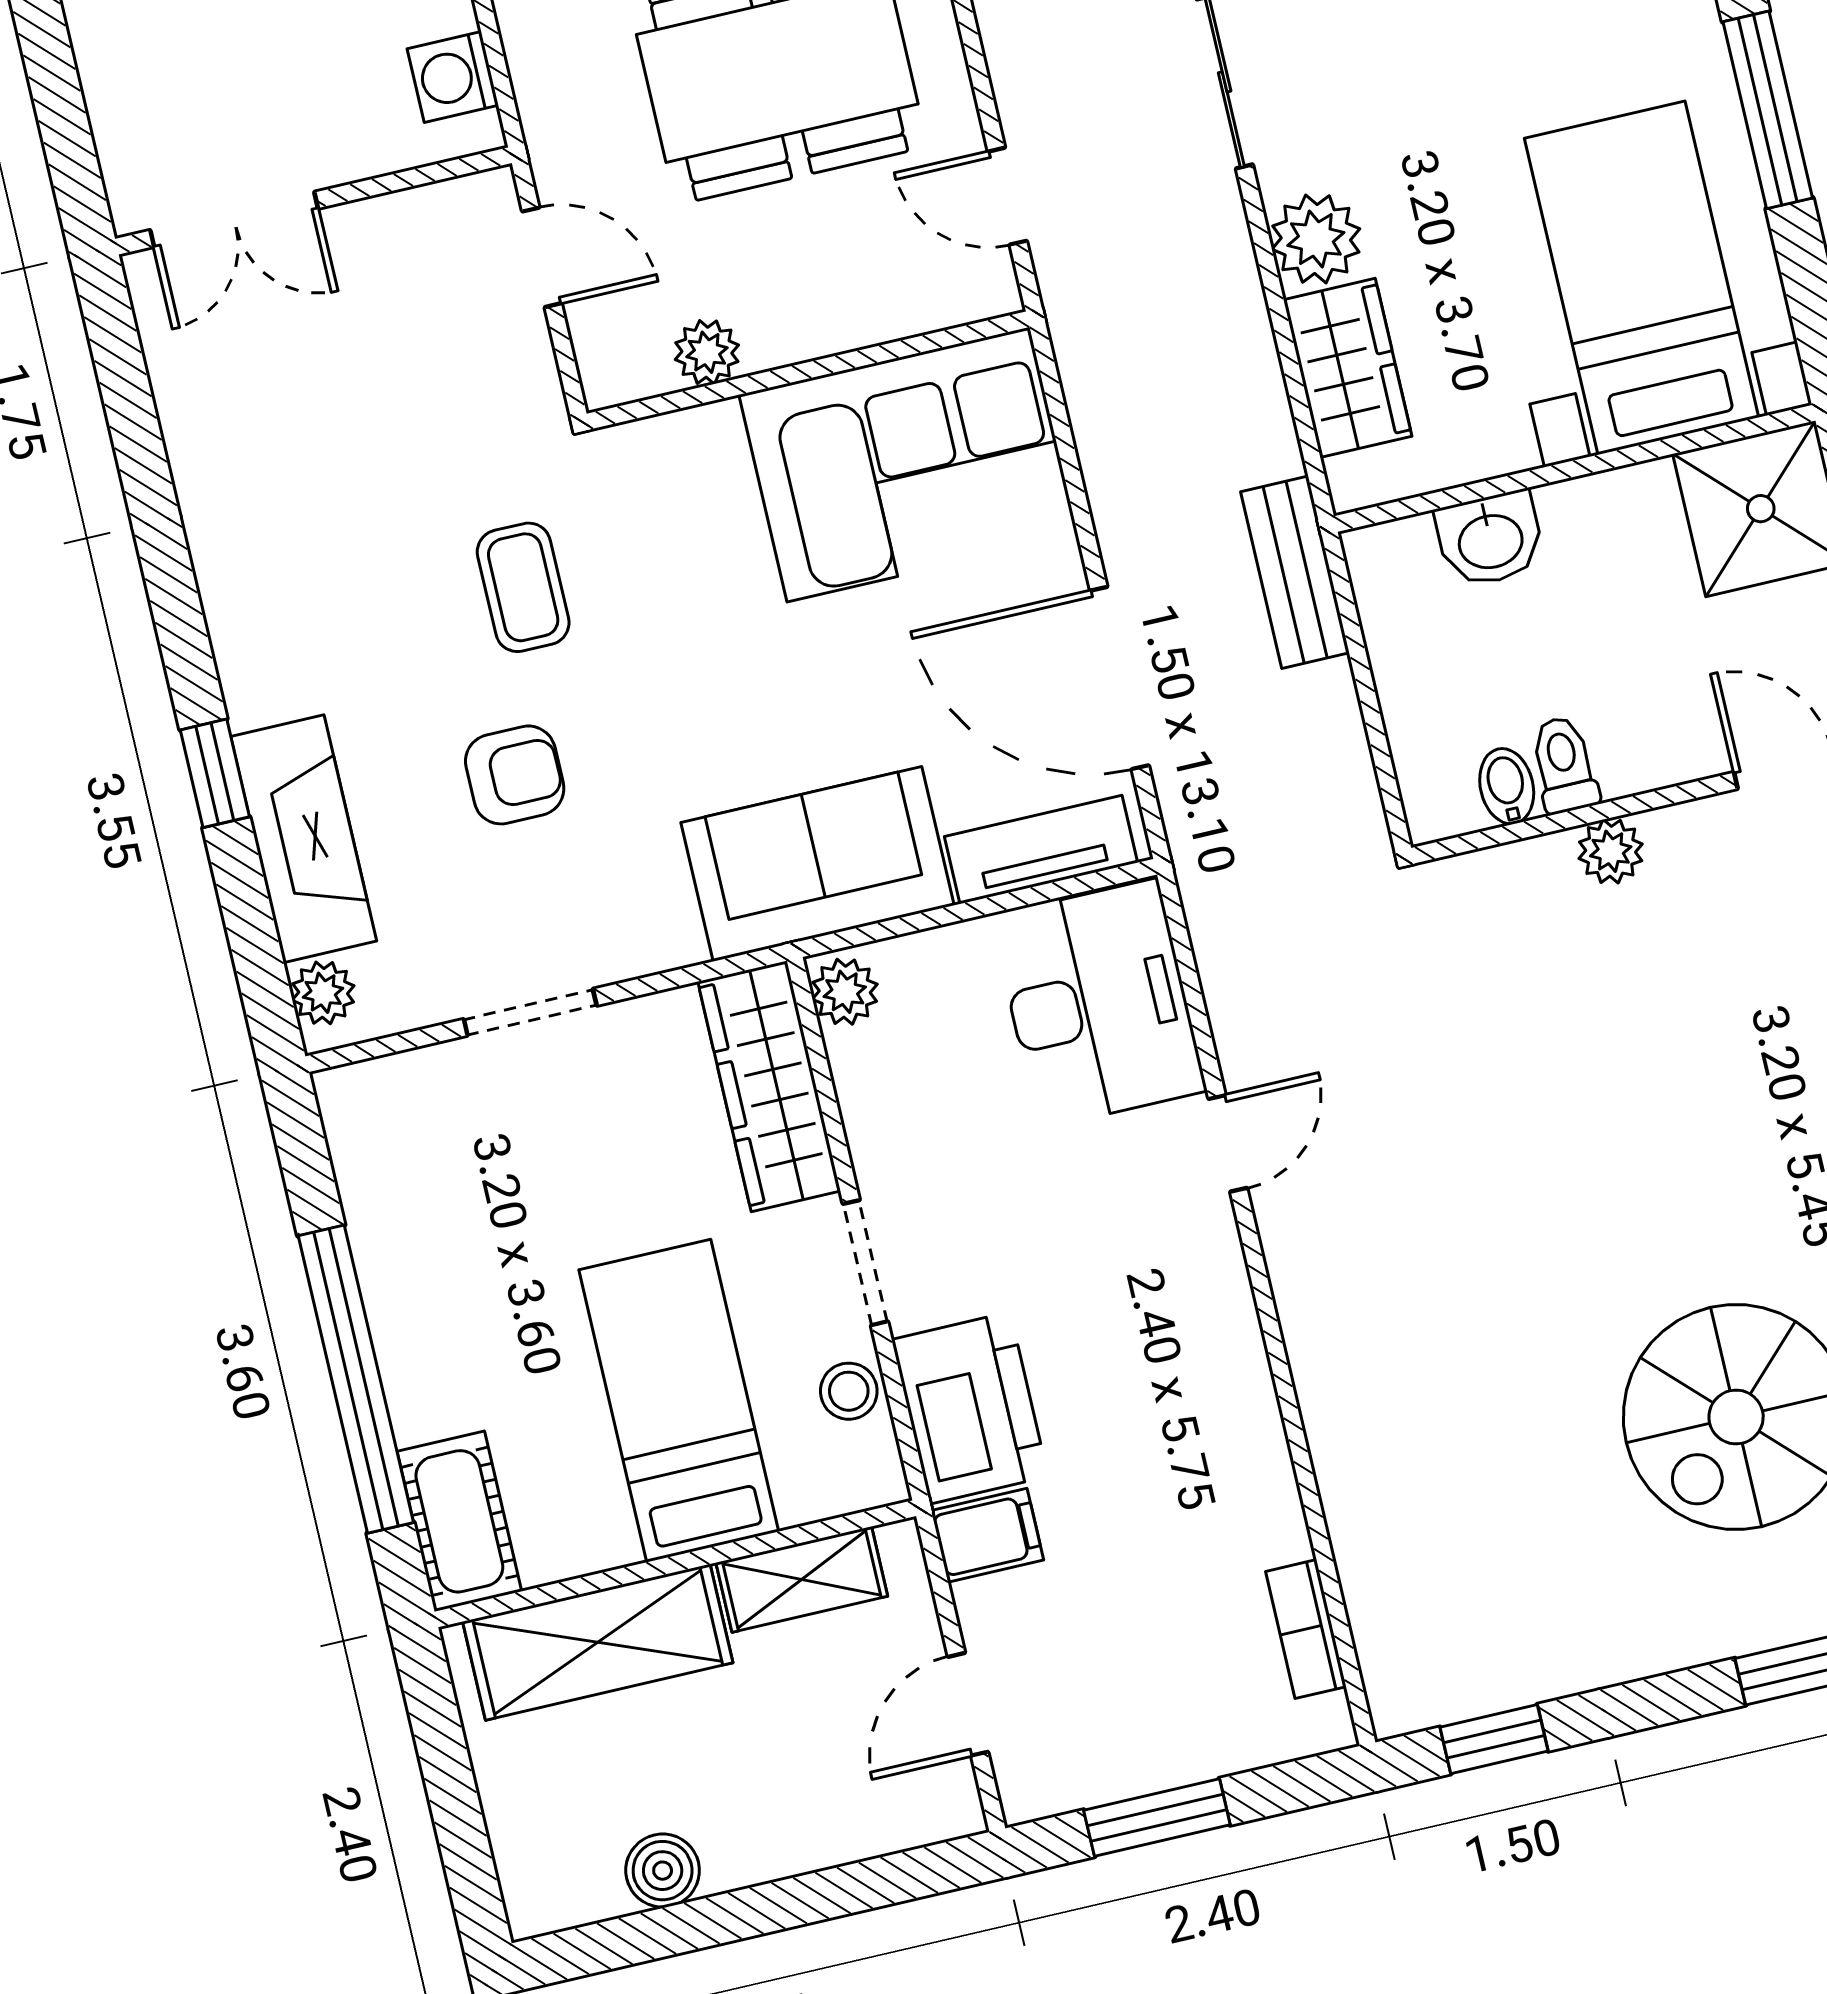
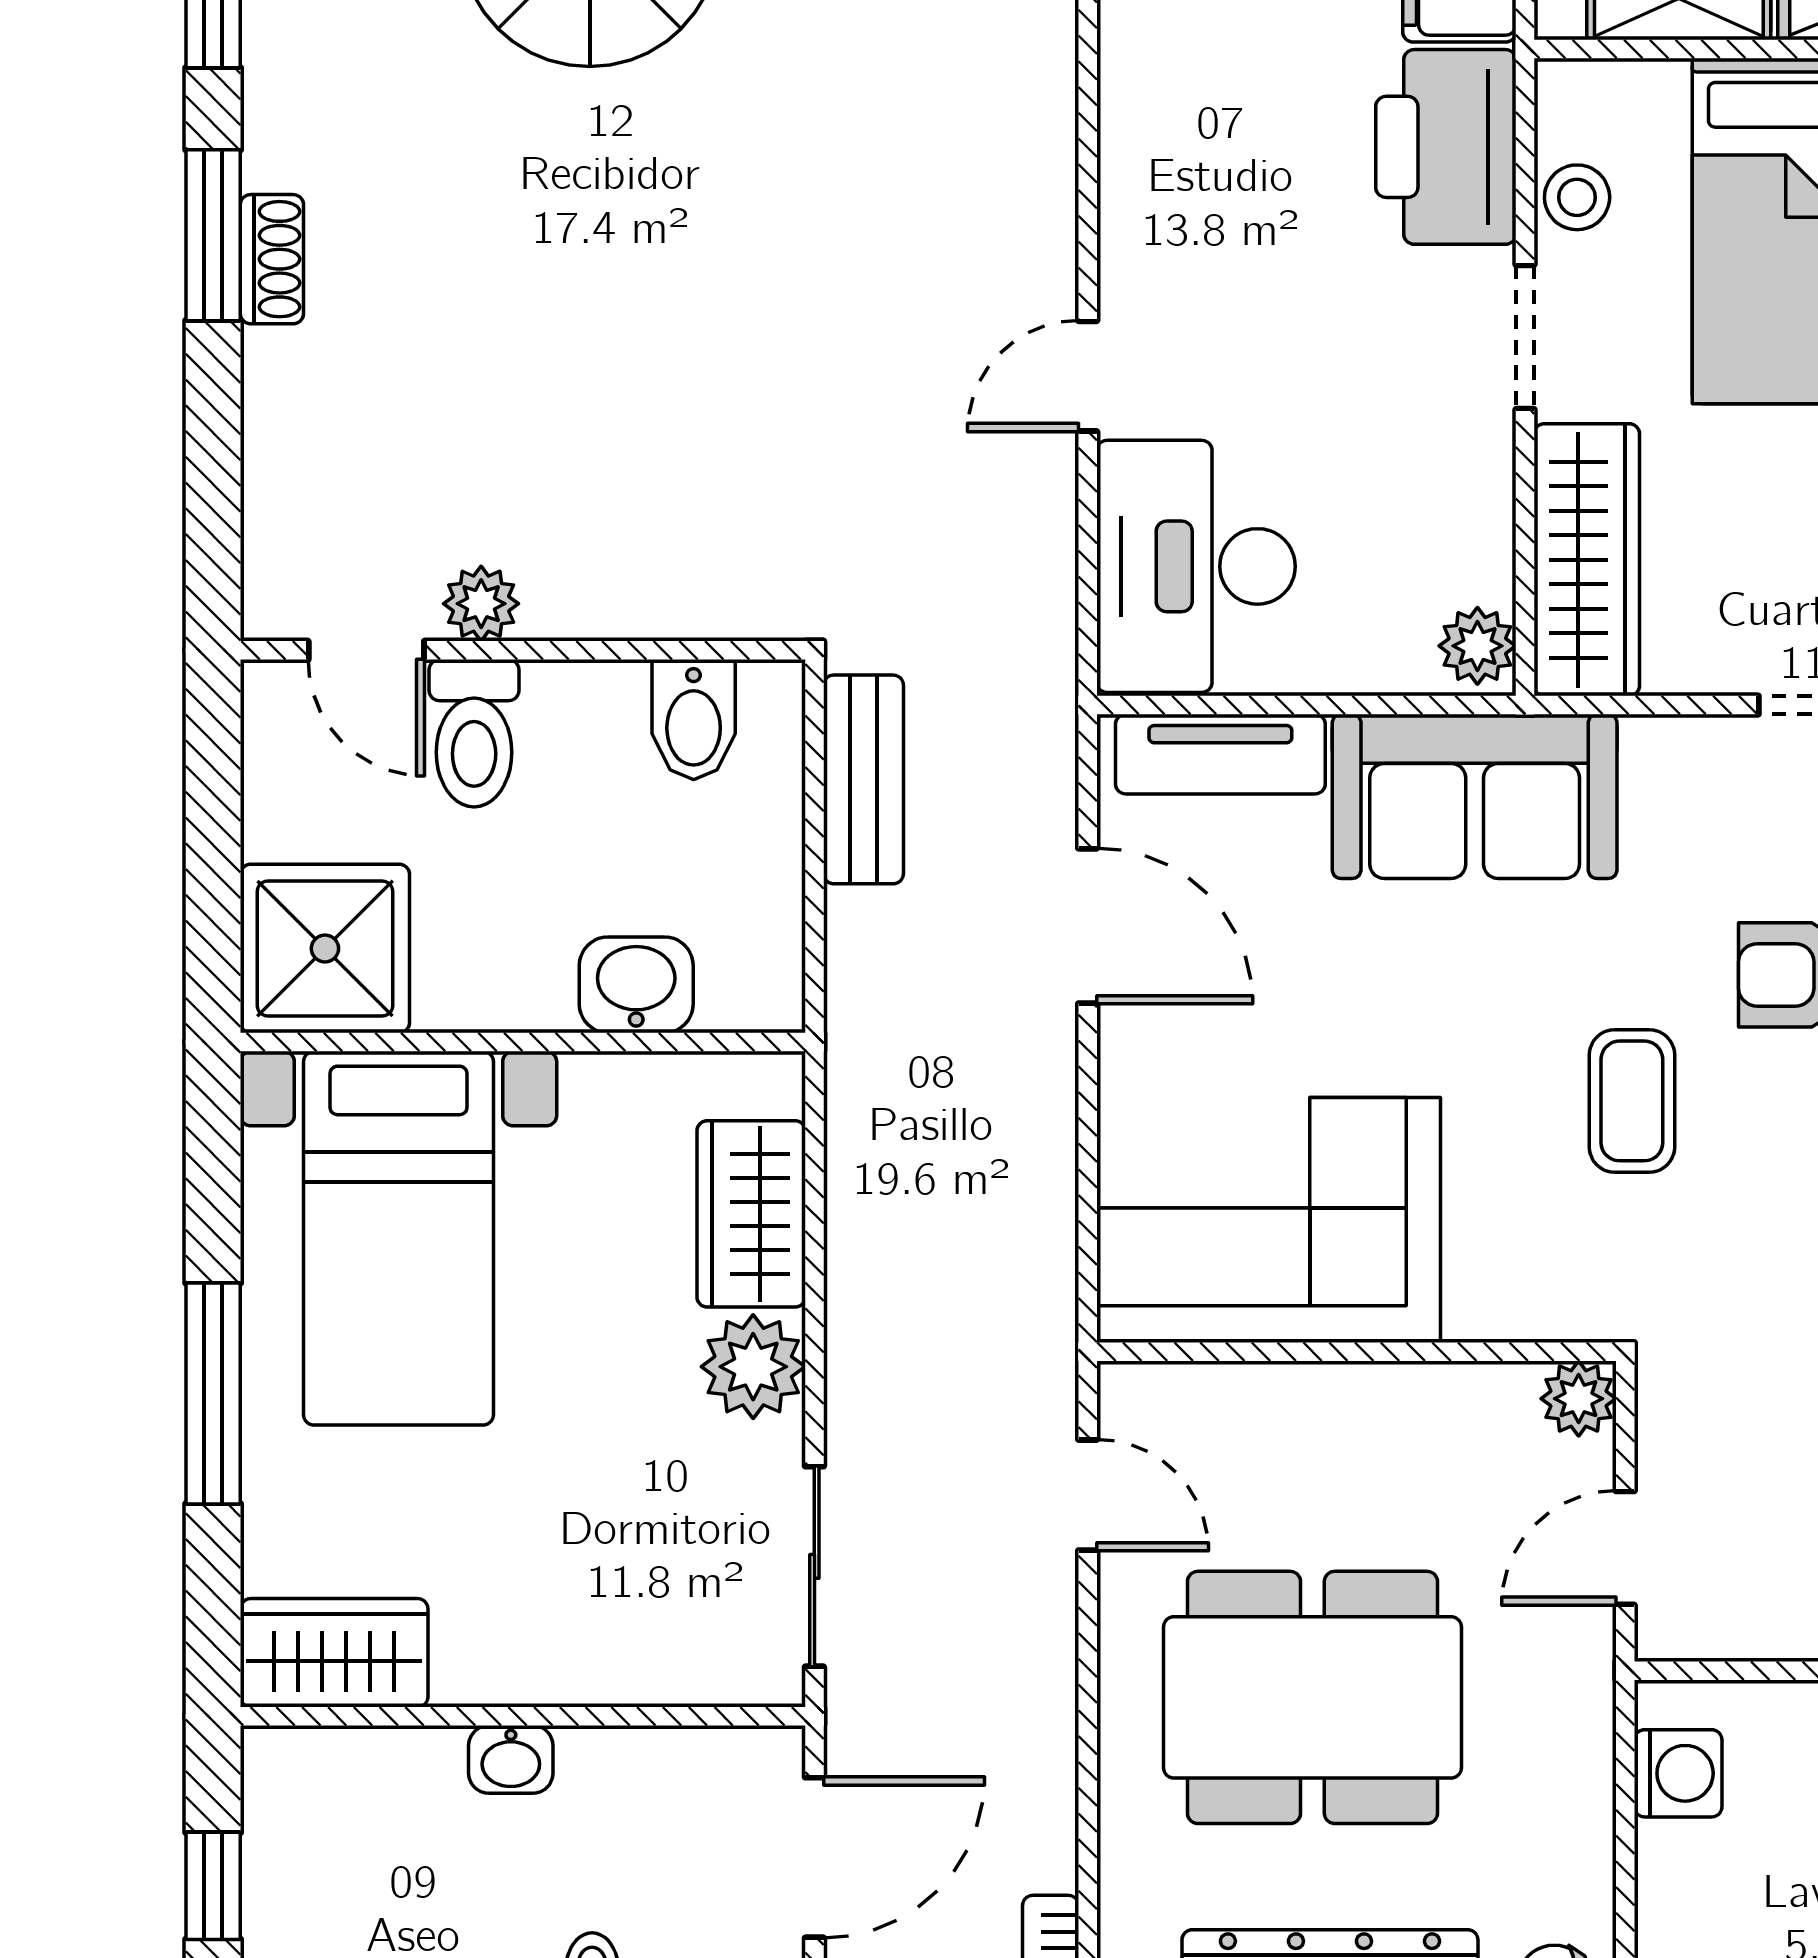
door: (542, 257) -> (1625, 1548), hinge flipped
plant: (707, 352) -> (1579, 1399), moved
bench: (1295, 572) -> (863, 779), moved
coffee table: (523, 587) -> (1632, 1101), moved
door: (1119, 678) -> (1088, 926), width x0.73
toilet: (1564, 765) -> (474, 733), moved, width x1.37, depth x1.39
bidet: (1507, 786) -> (694, 719), width x1.38, depth x1.36
plant: (1611, 851) -> (481, 604), moved

